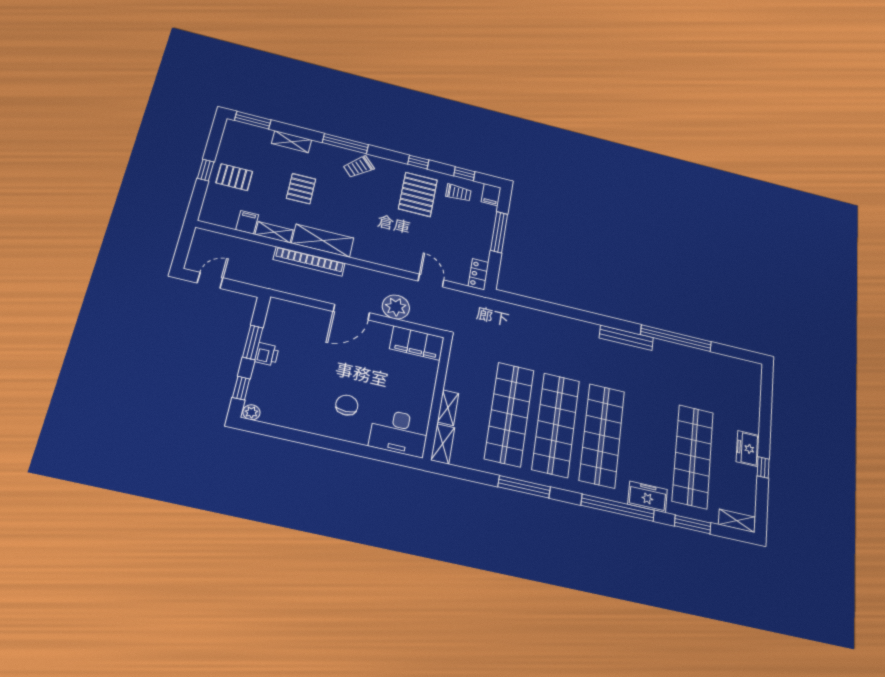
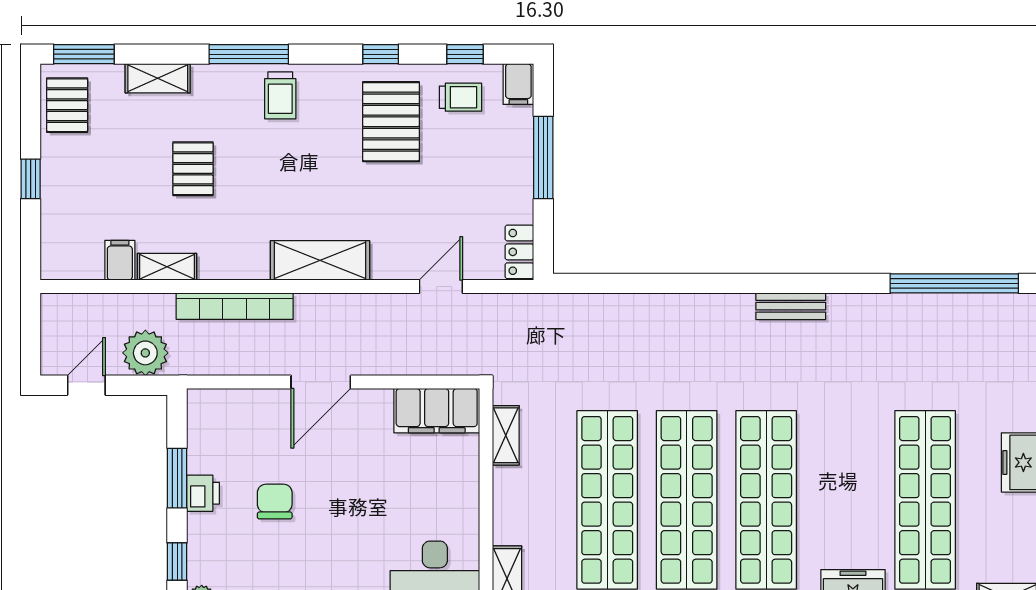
trolley: (359, 167) -> (280, 95), turned -48
pallet: (234, 177) -> (67, 105), moved, turned 90
shelving: (323, 241) -> (320, 260), moved
door: (431, 280) -> (441, 287), hinge flipped
plant: (396, 307) -> (145, 353), moved
bench: (626, 338) -> (791, 306), width x0.73
window: (676, 338) -> (954, 283), moved
chair: (347, 405) -> (275, 502), moved
shelving: (448, 408) -> (506, 435), moved

